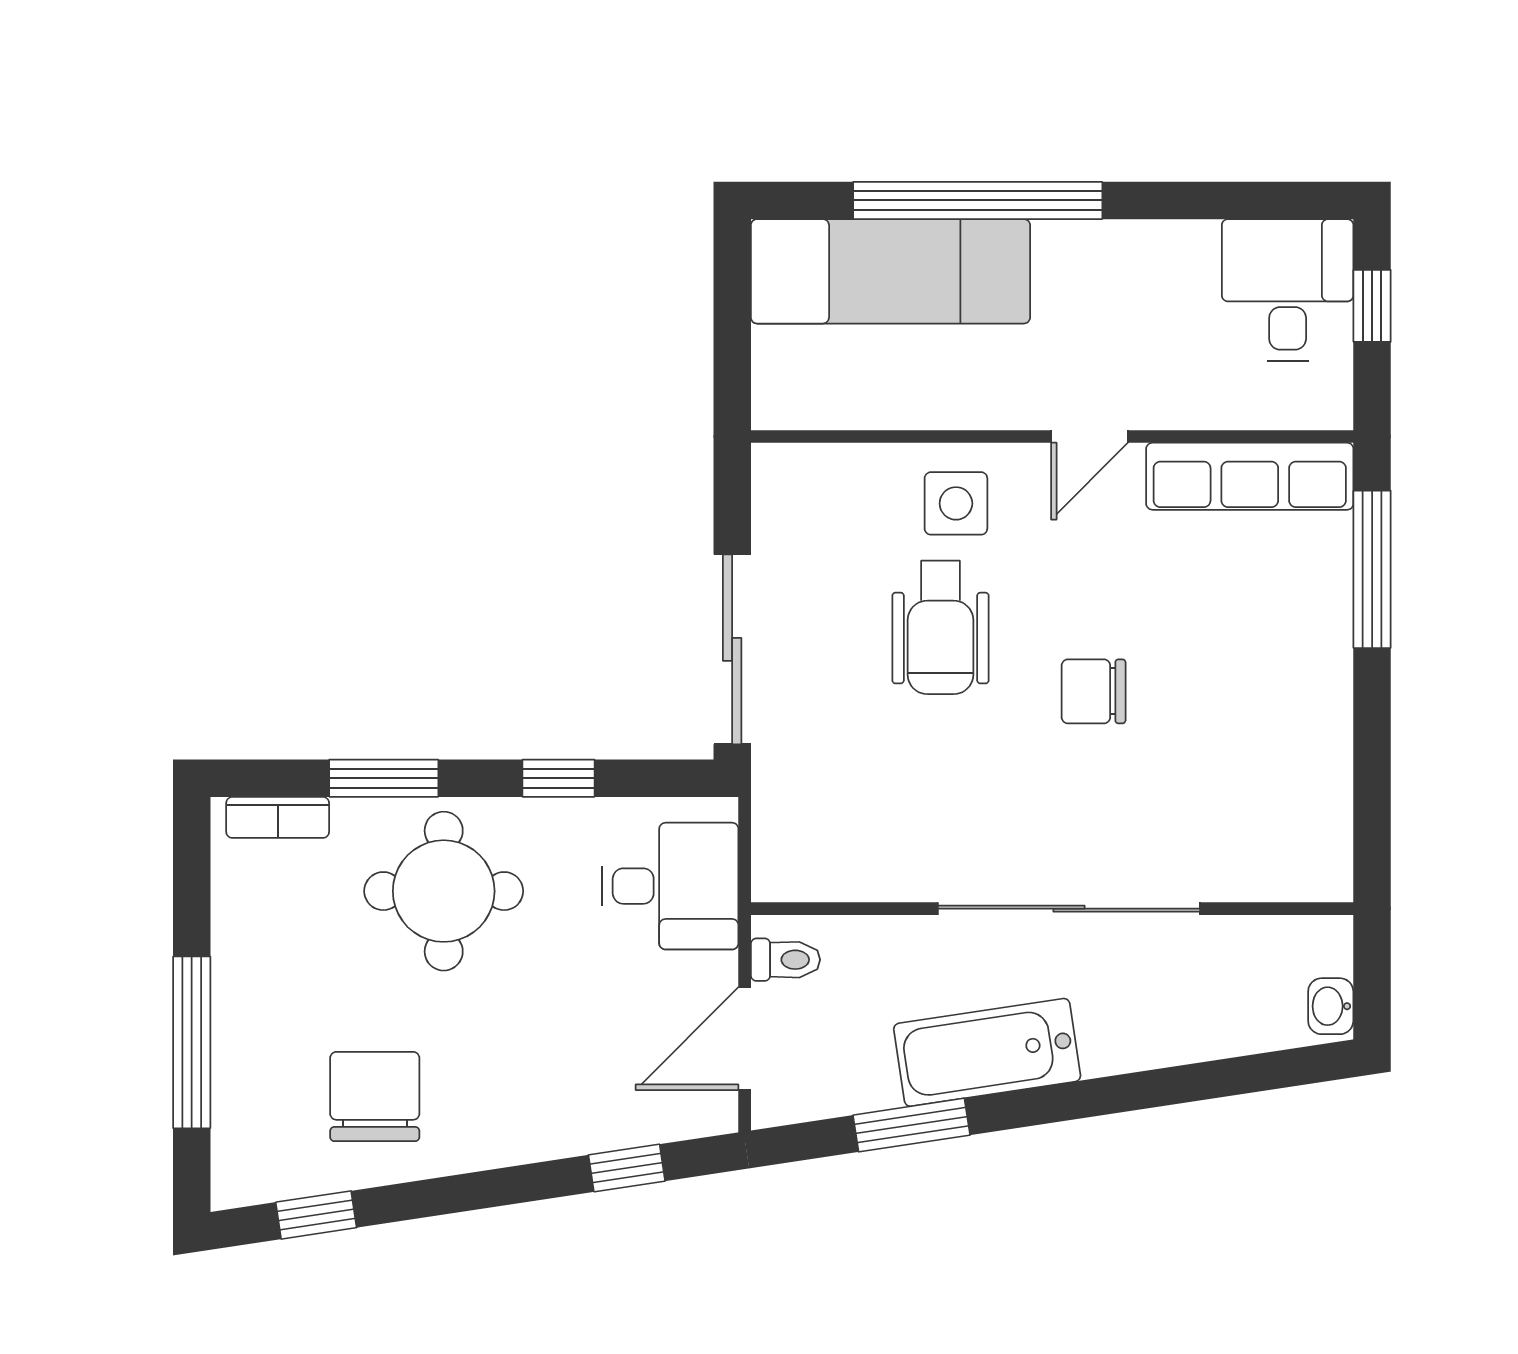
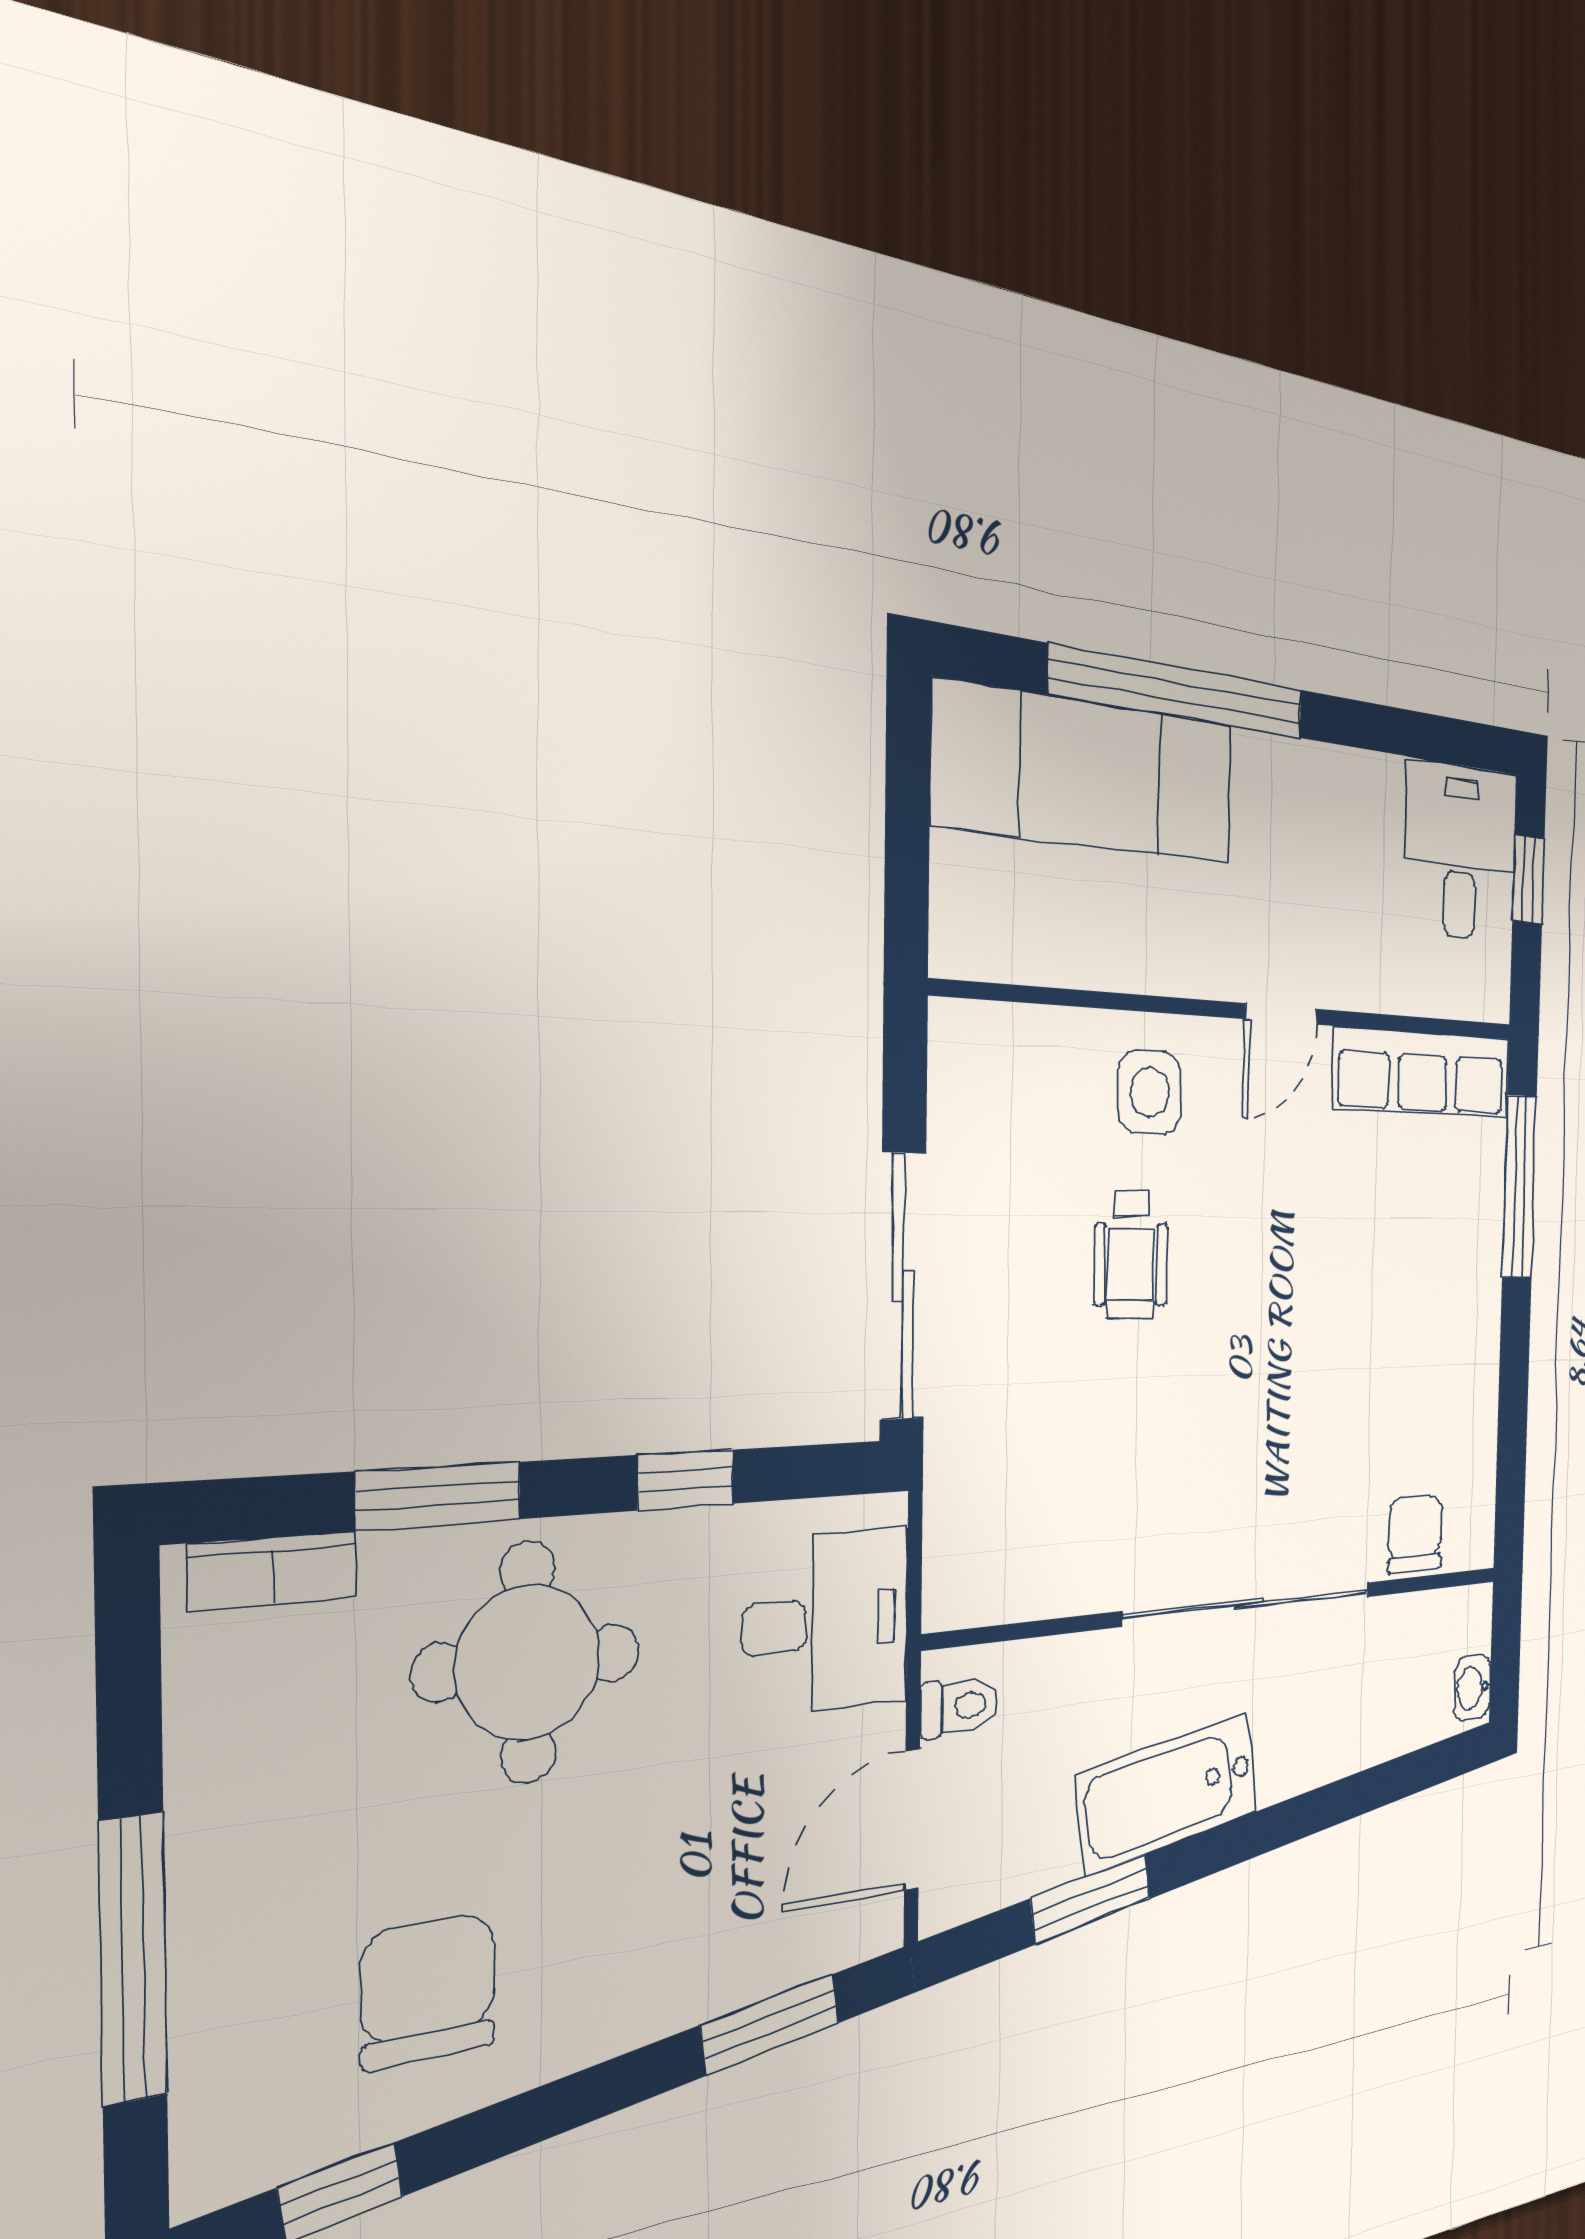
wheelchair: (940, 627) -> (1131, 1255), width x0.73, depth x0.73
chair: (1094, 691) -> (1415, 1534), moved, turned 90
window: (627, 1168) -> (770, 2024), width x1.50

